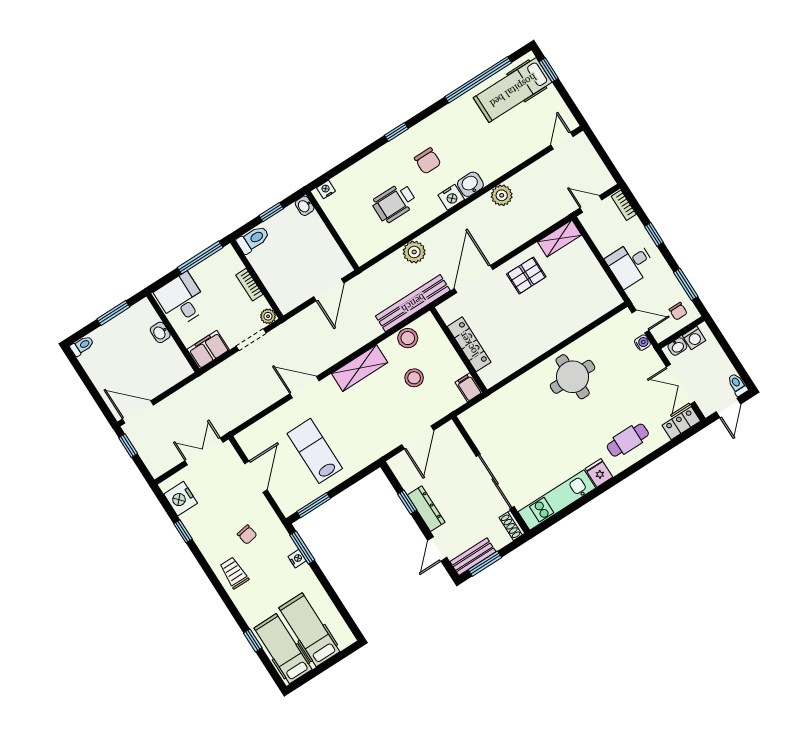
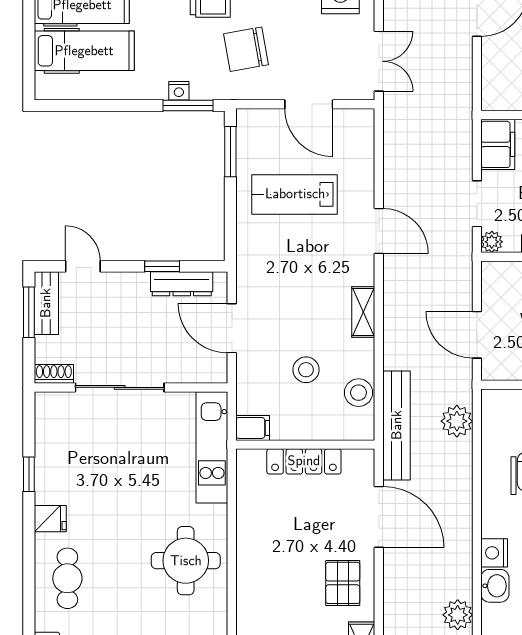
plant: (414, 252) -> (457, 421), moved
shelving: (360, 368) -> (363, 312), width x0.67, depth x0.75
door: (304, 387) -> (379, 231), hinge flipped
lab bench: (315, 451) -> (295, 194), turned 180
kitchen unit: (557, 500) -> (212, 447), moved, turned 180
window: (581, 502) -> (29, 474), added
dresser: (426, 509) -> (182, 284), moved
chair: (247, 535) -> (246, 49), width x1.87, depth x1.87

